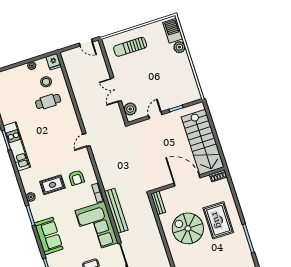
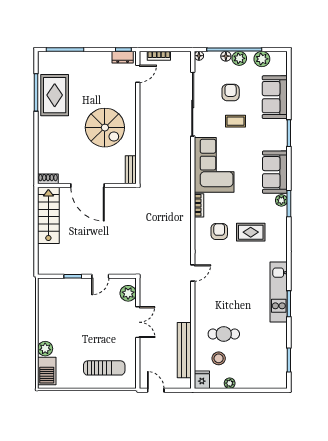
stairs: (203, 142) -> (48, 215), width x0.73, depth x0.66
plant: (31, 197) -> (281, 200), moved
bench: (116, 211) -> (184, 350), moved
rug: (218, 220) -> (55, 95), moved

